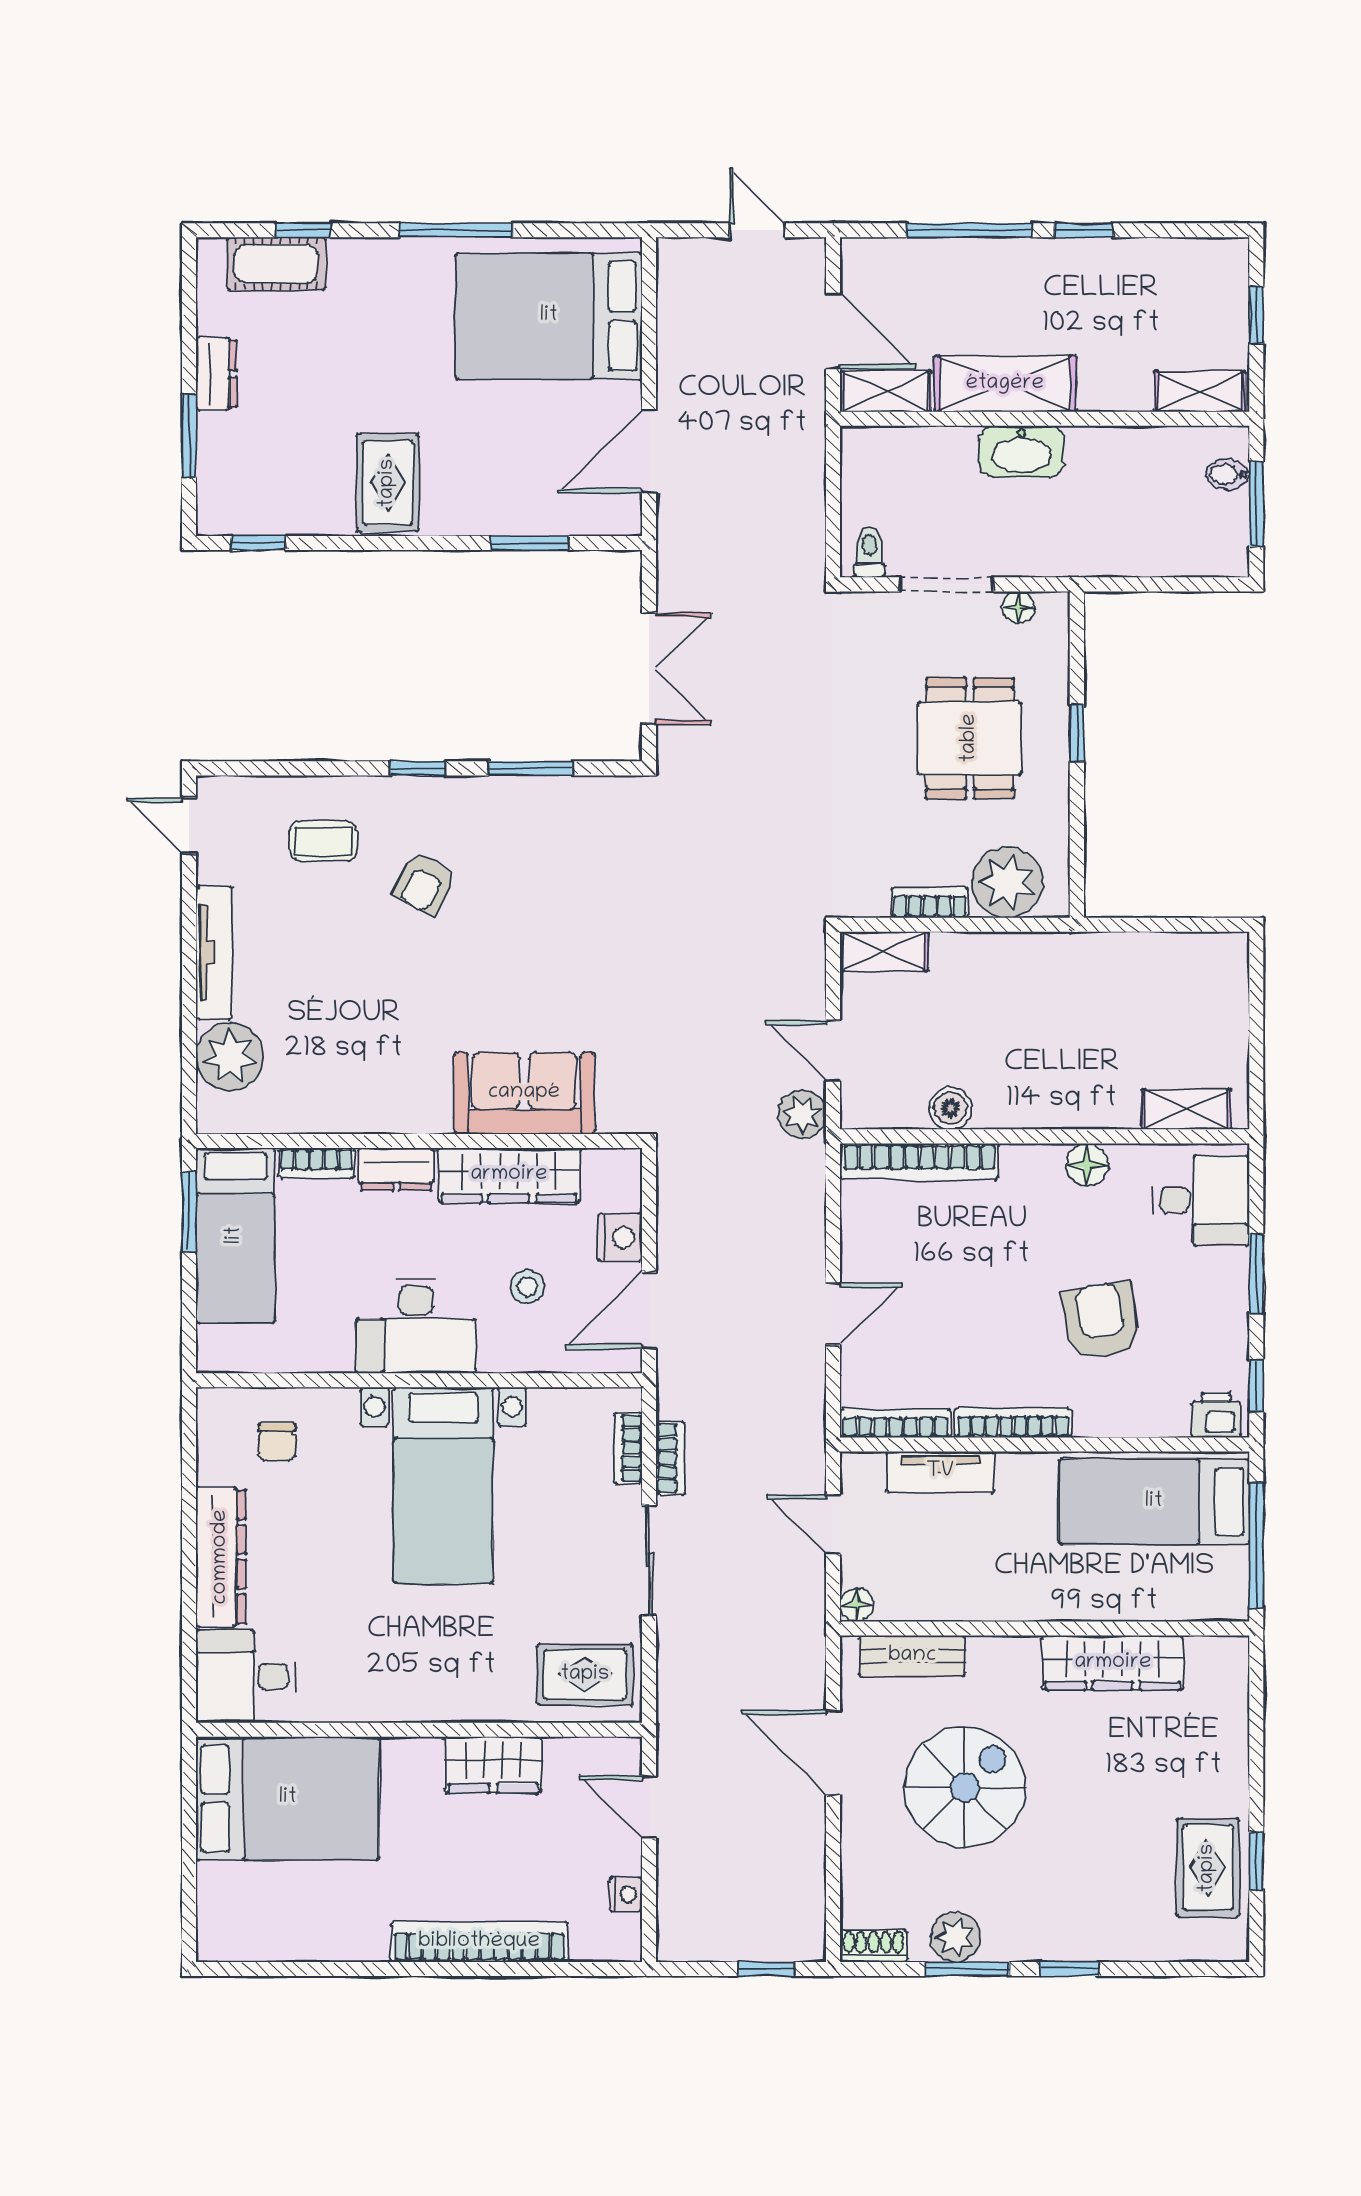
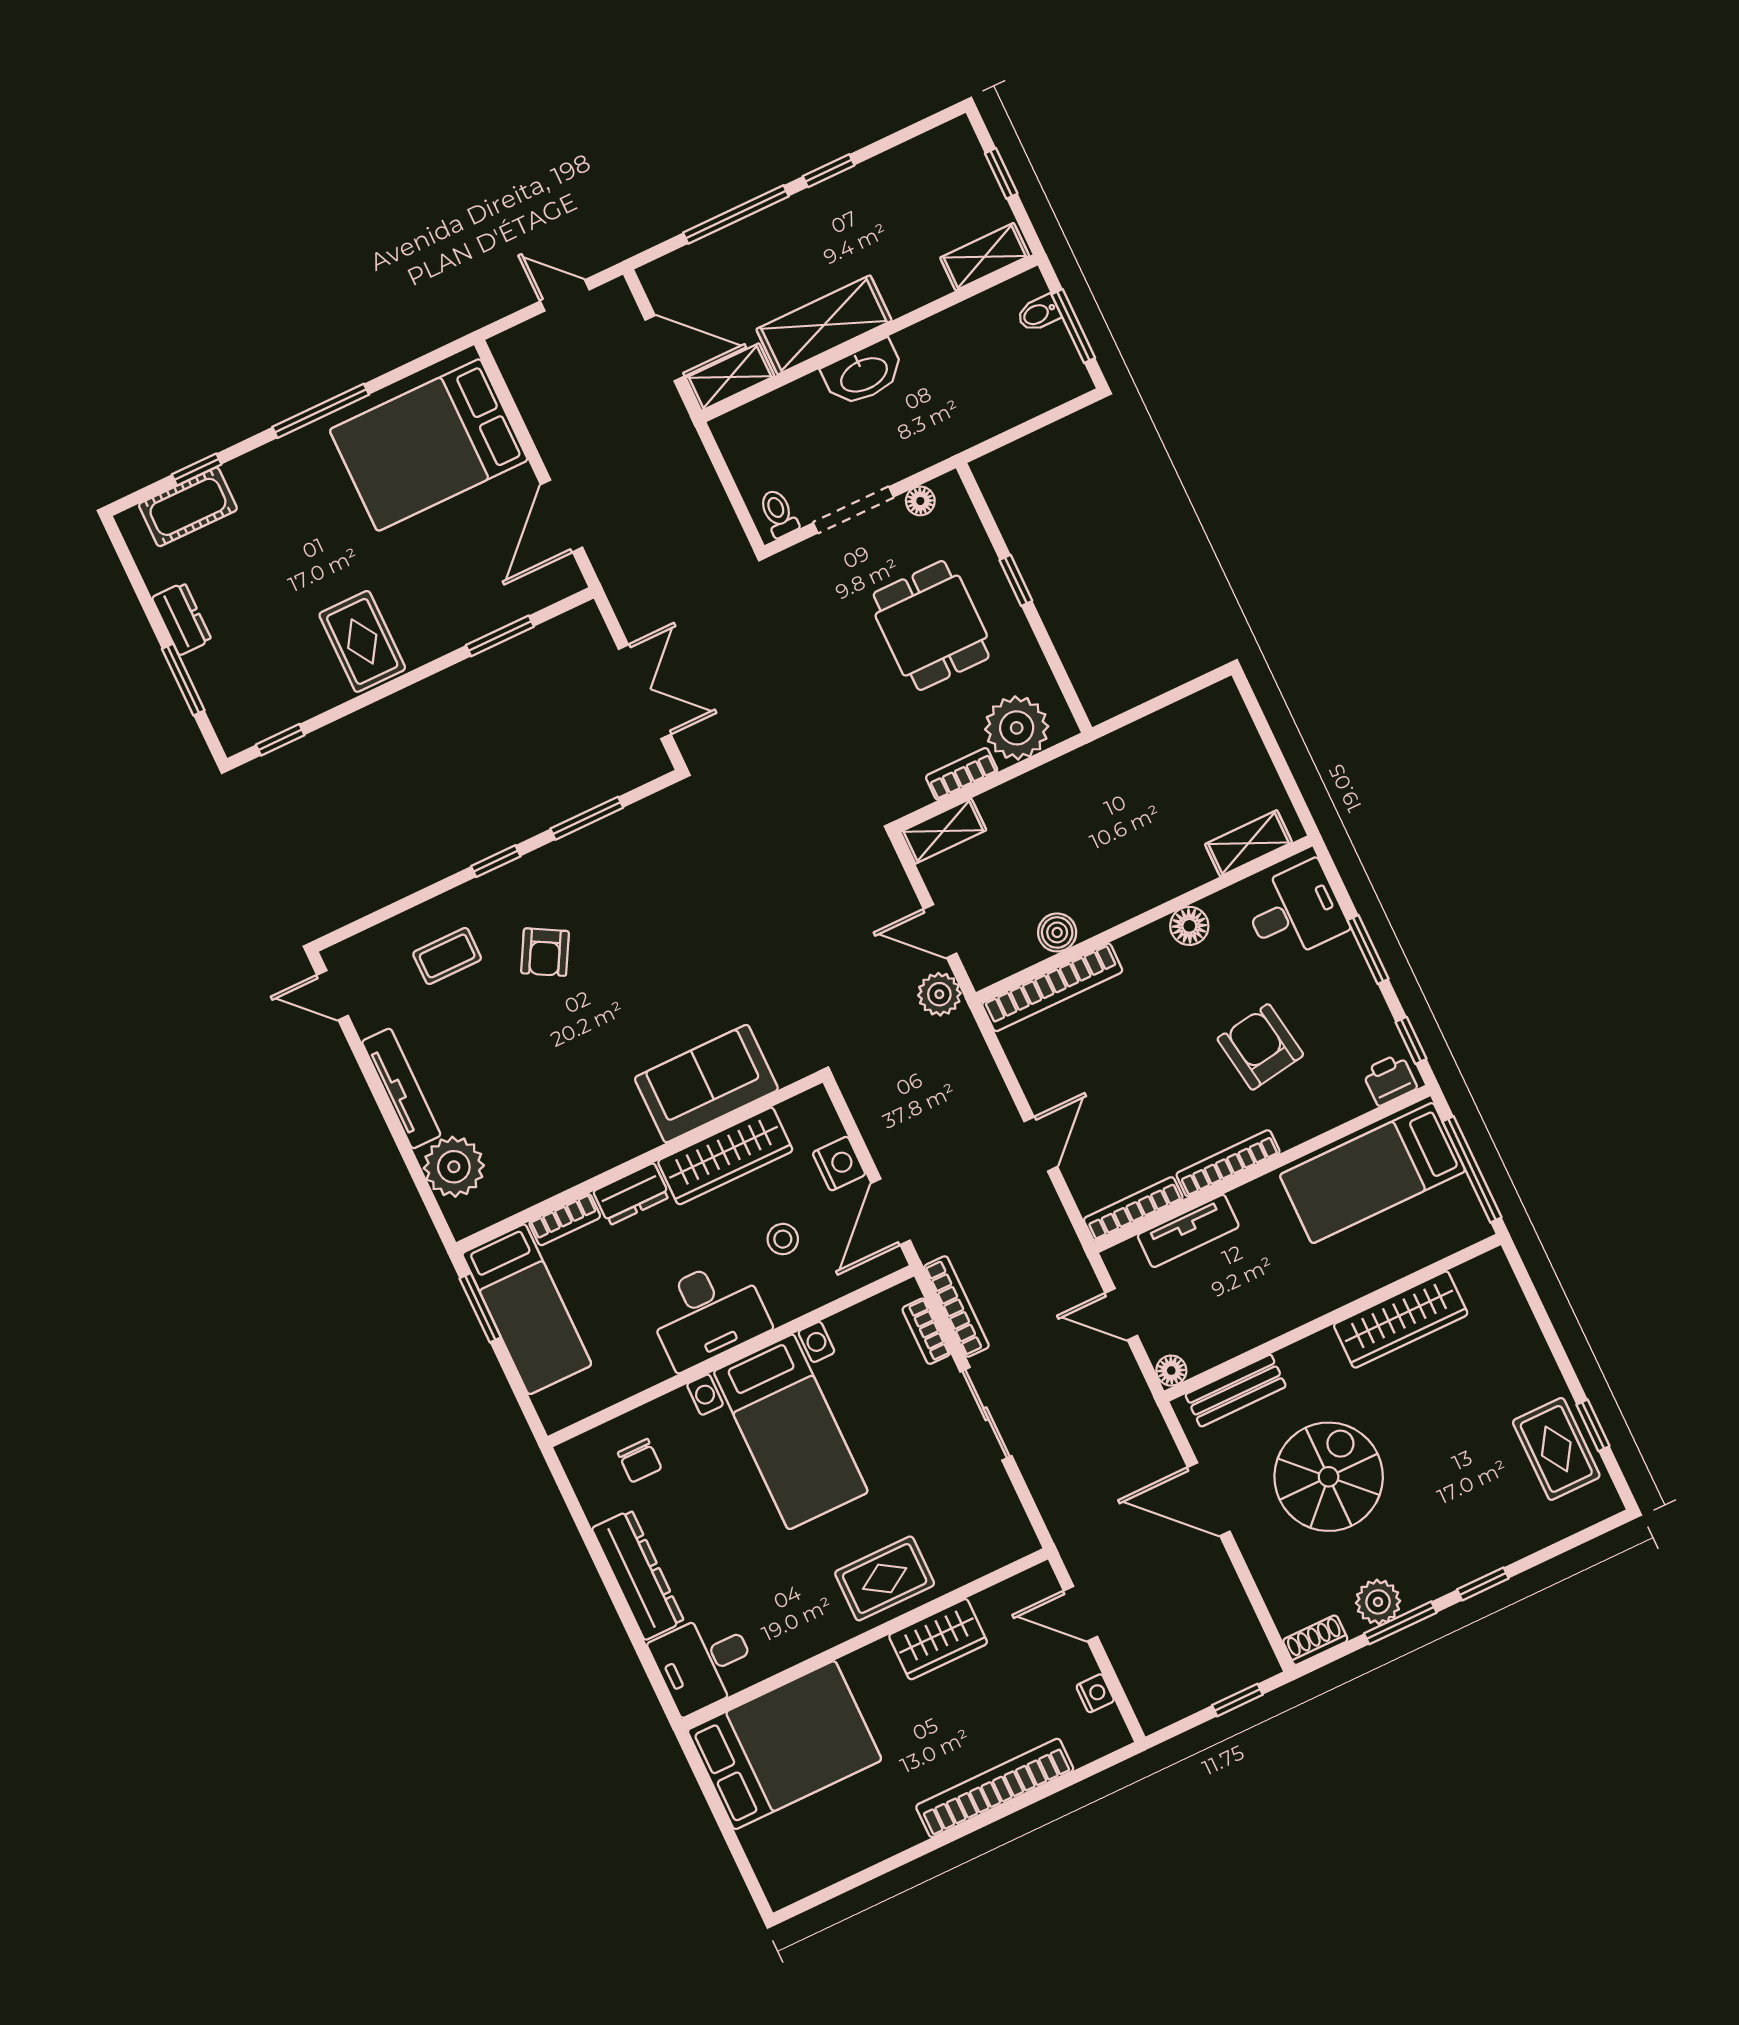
bookcase: (670, 1458) -> (956, 1306), width x1.56
rug: (585, 1675) -> (885, 1578), moved

